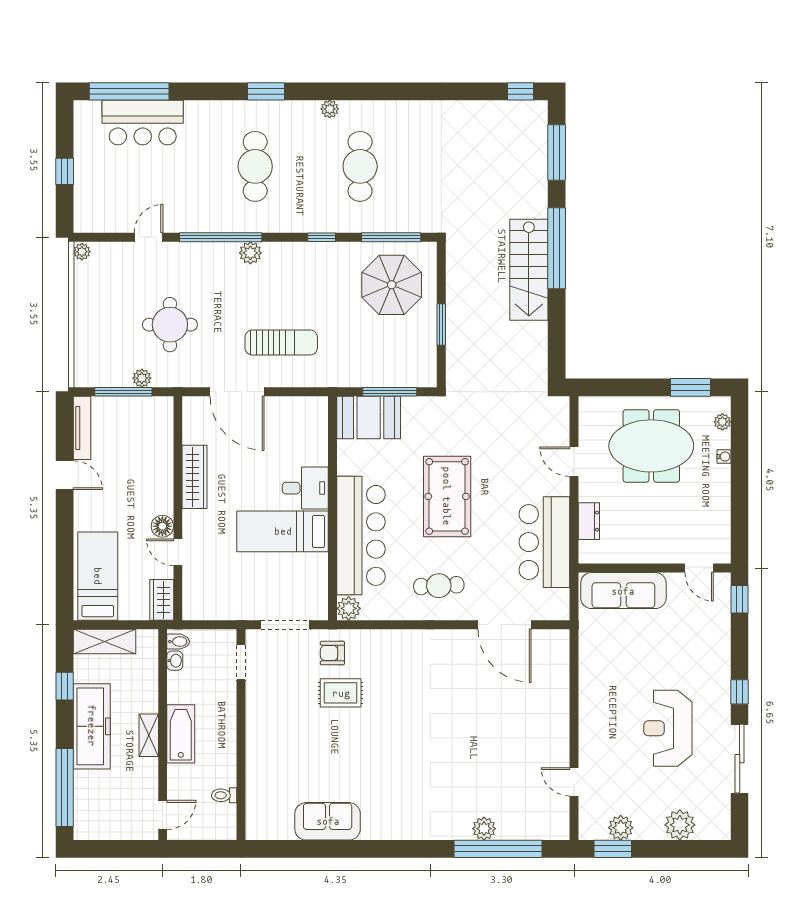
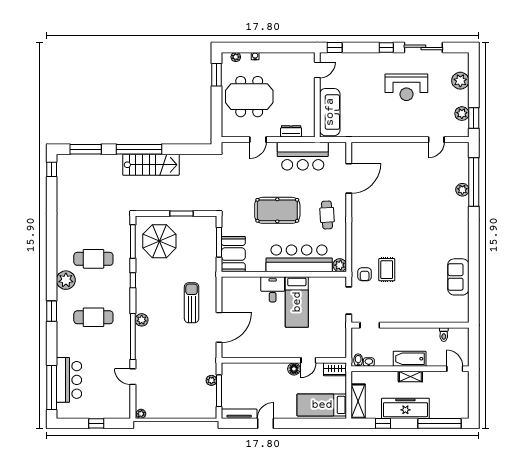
plant: (330, 109) -> (66, 280), width x1.88, depth x1.88
round table: (170, 325) -> (182, 365), removed
meeting table: (651, 446) -> (249, 97), turned 90
wardrobe: (195, 477) -> (266, 351), removed

